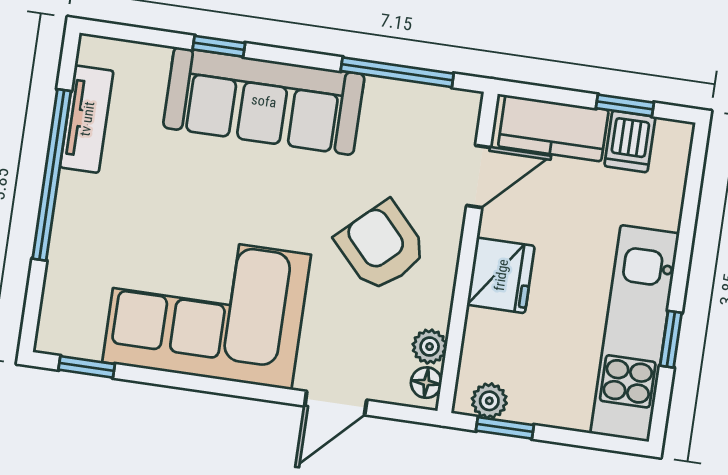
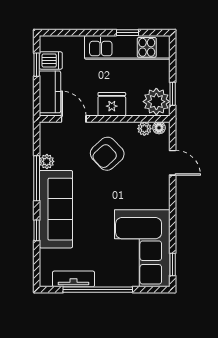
window: (397, 72) -> (37, 178), moved
plant: (384, 96) -> (47, 161), added
corner sofa: (207, 308) -> (142, 248), moved
plant: (489, 401) -> (156, 102), width x1.88, depth x1.88

